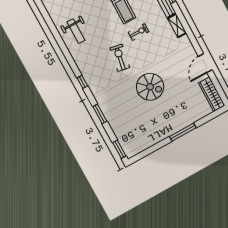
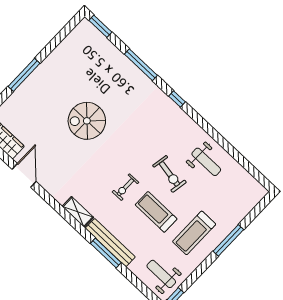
weight bench: (76, 31) -> (206, 162), turned 180
exercise bike: (120, 58) -> (169, 174), moved
window: (100, 114) -> (141, 65), width x1.44

